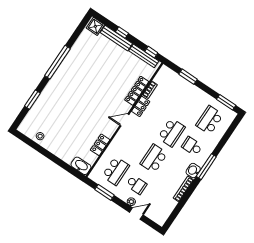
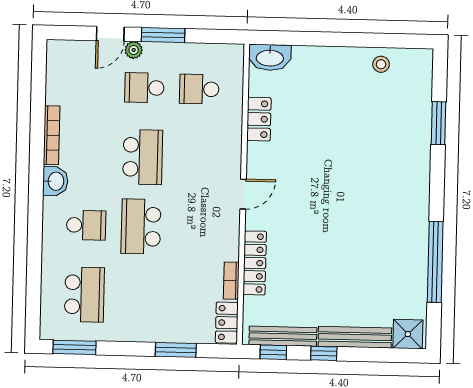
window: (122, 33) -> (324, 353), moved
window: (57, 62) -> (435, 262), moved
locker: (141, 106) -> (227, 323), moved
window: (206, 167) -> (36, 204), removed
school desk: (116, 171) -> (199, 89), width x0.54
window: (105, 192) -> (163, 35), moved

